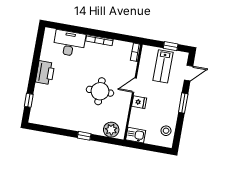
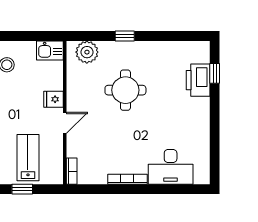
printer: (45, 73) -> (198, 80), moved
round table: (100, 91) -> (125, 90), moved

